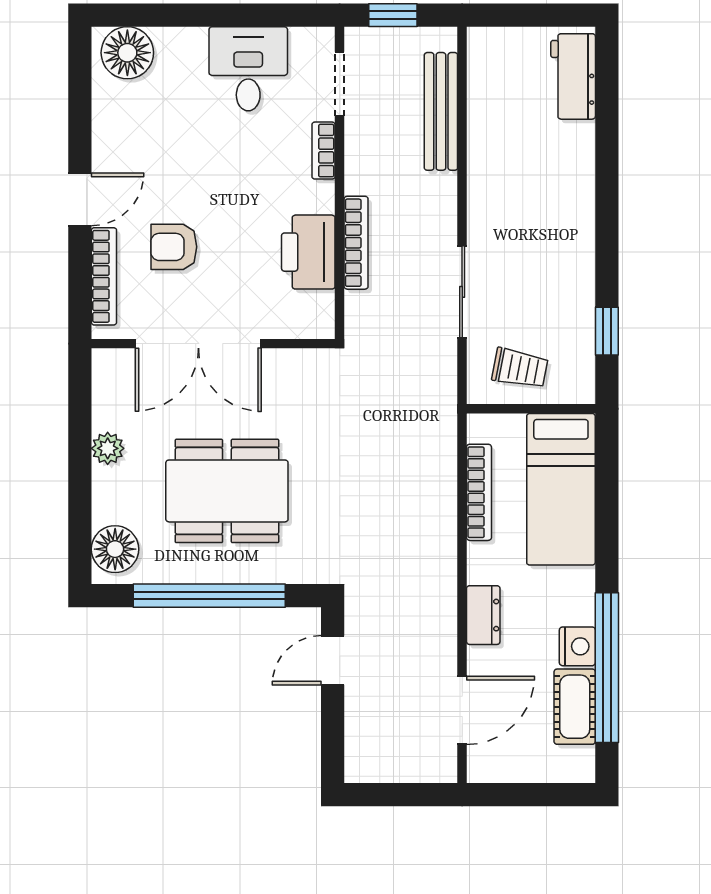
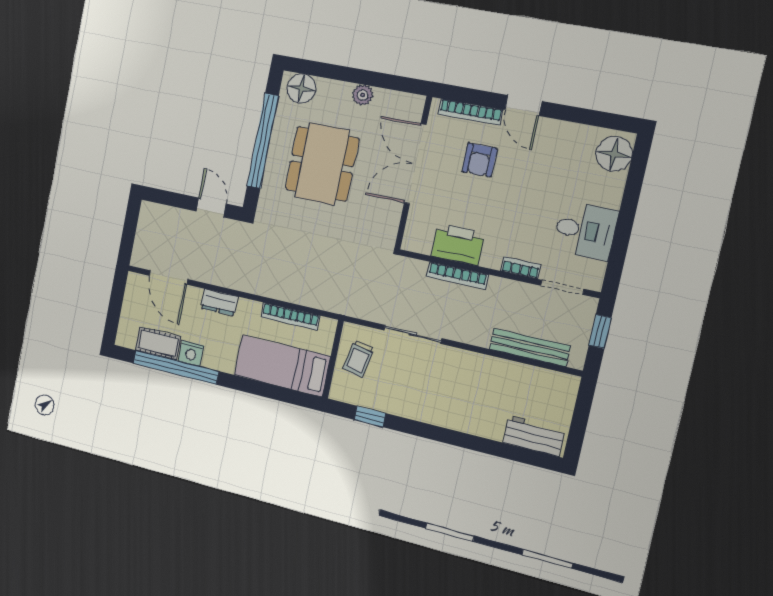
armchair: (174, 247) -> (479, 160), turned 180

